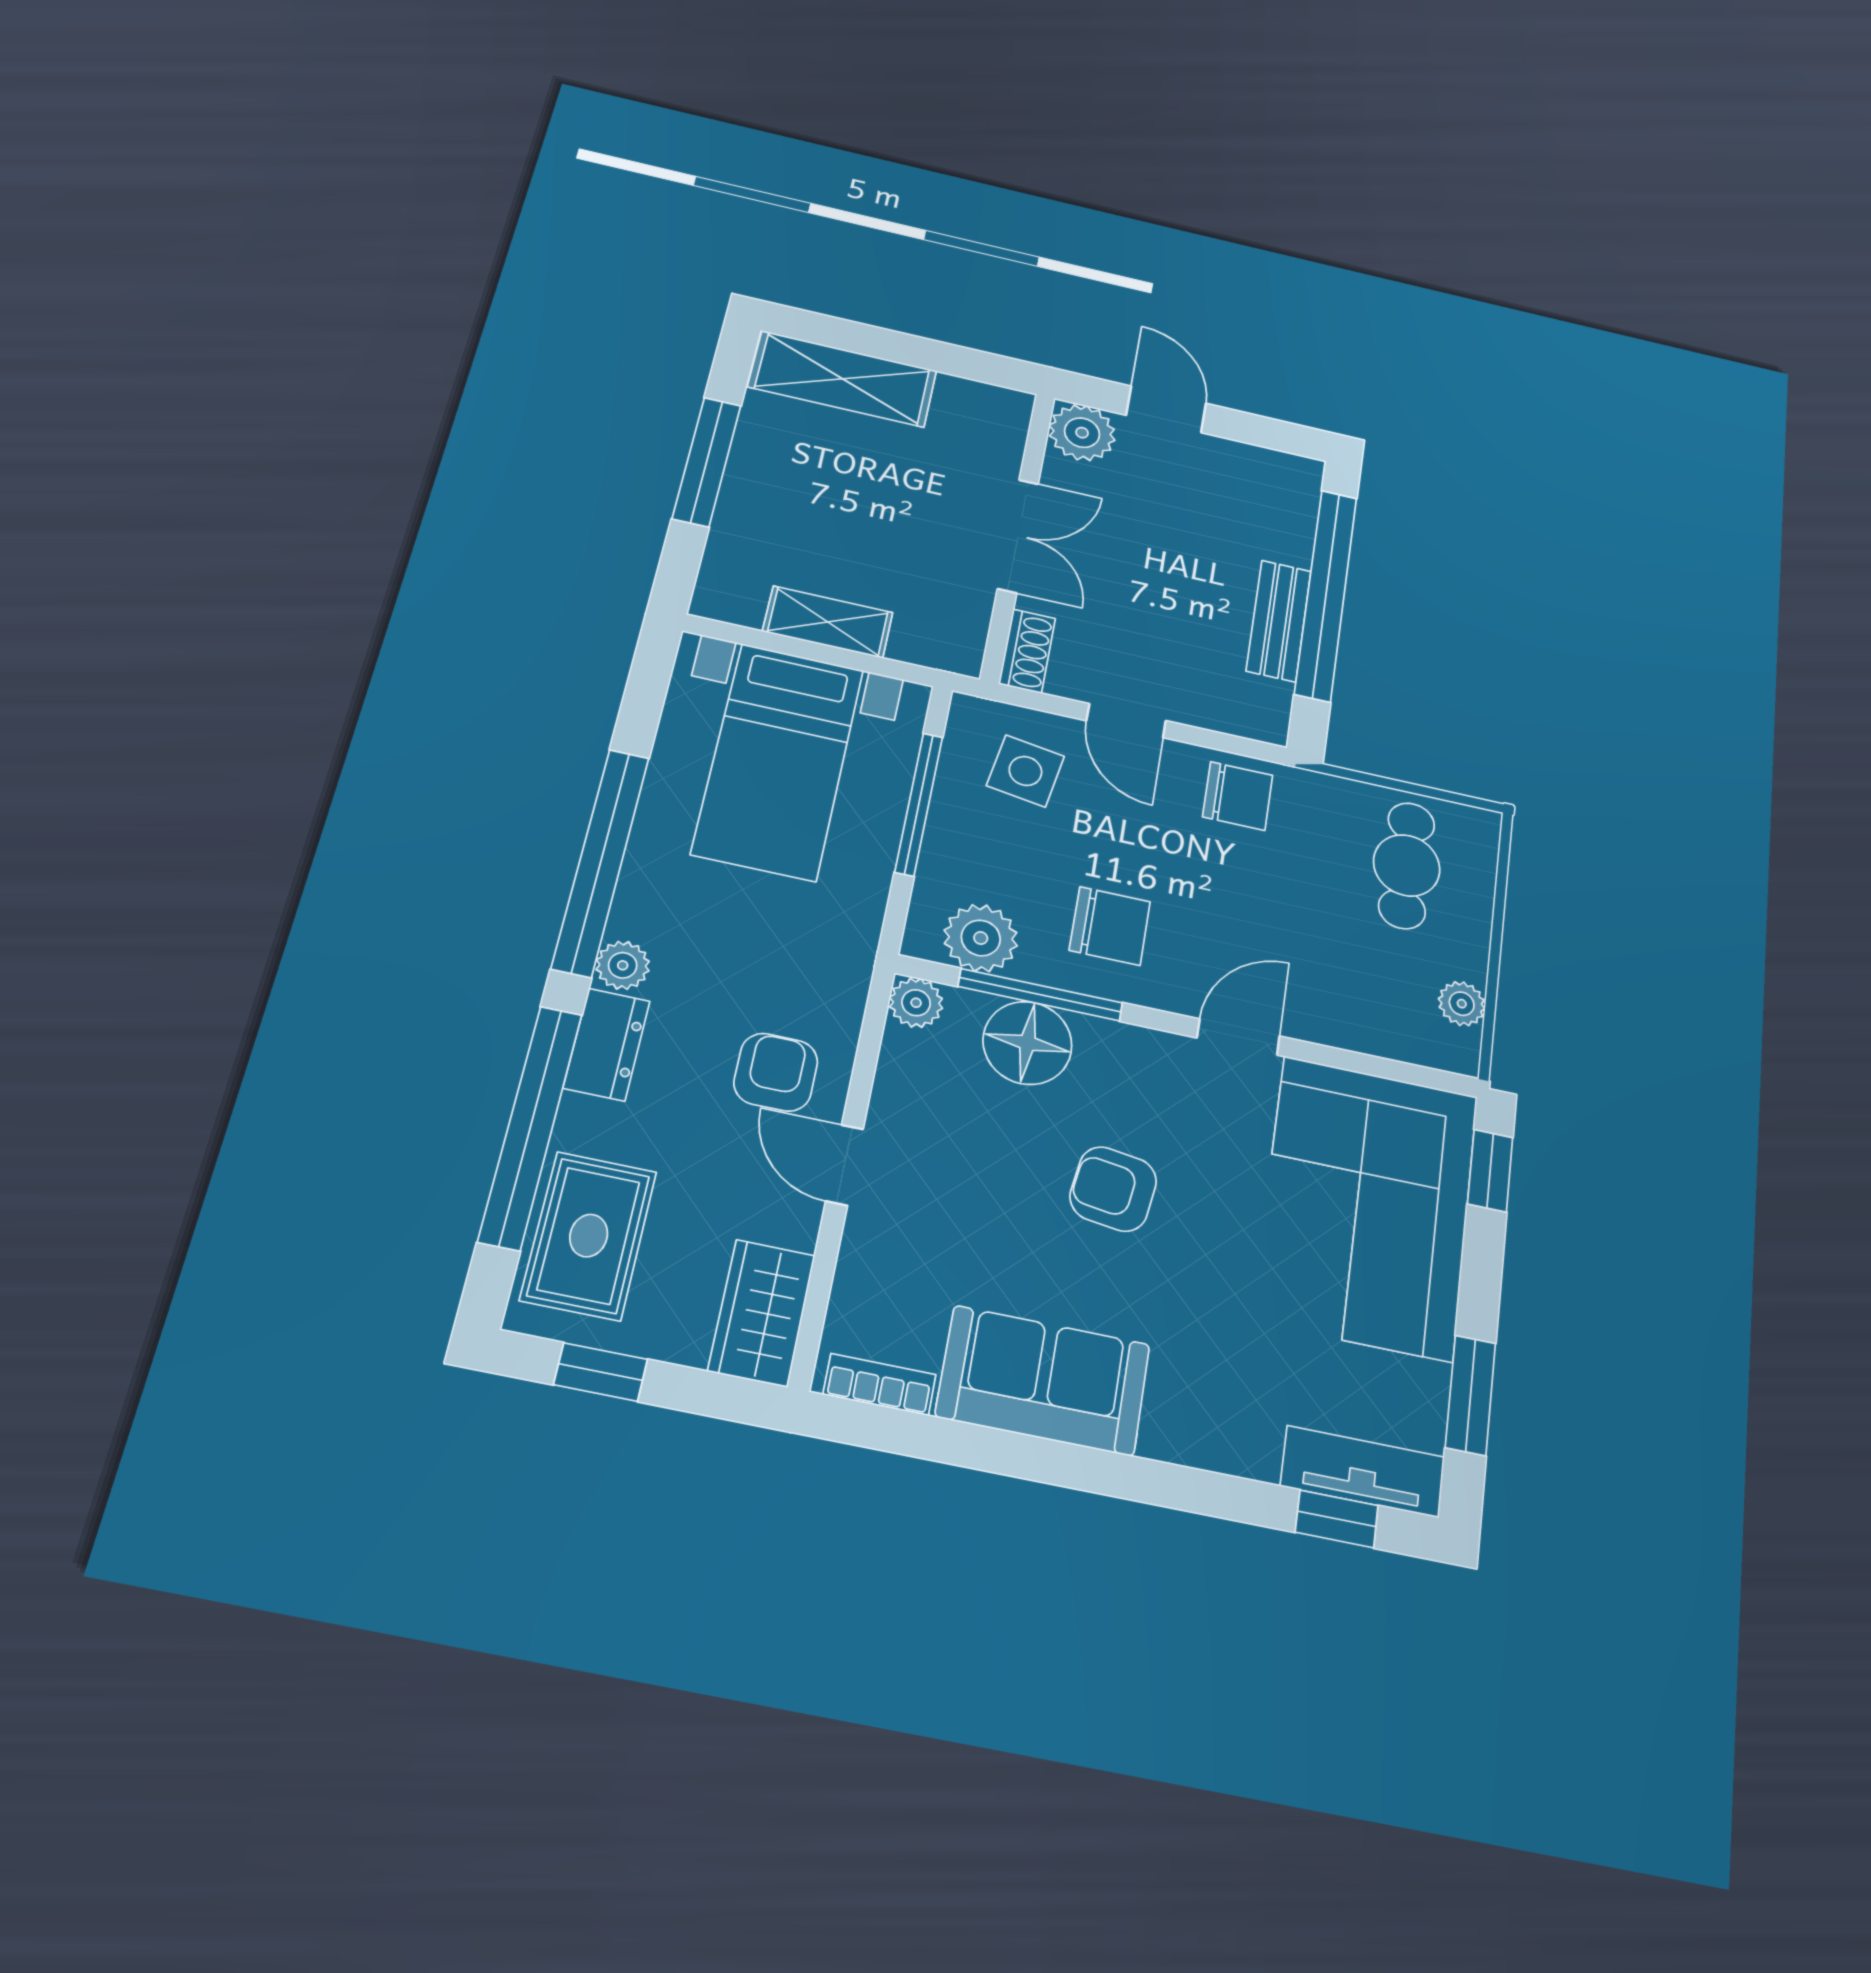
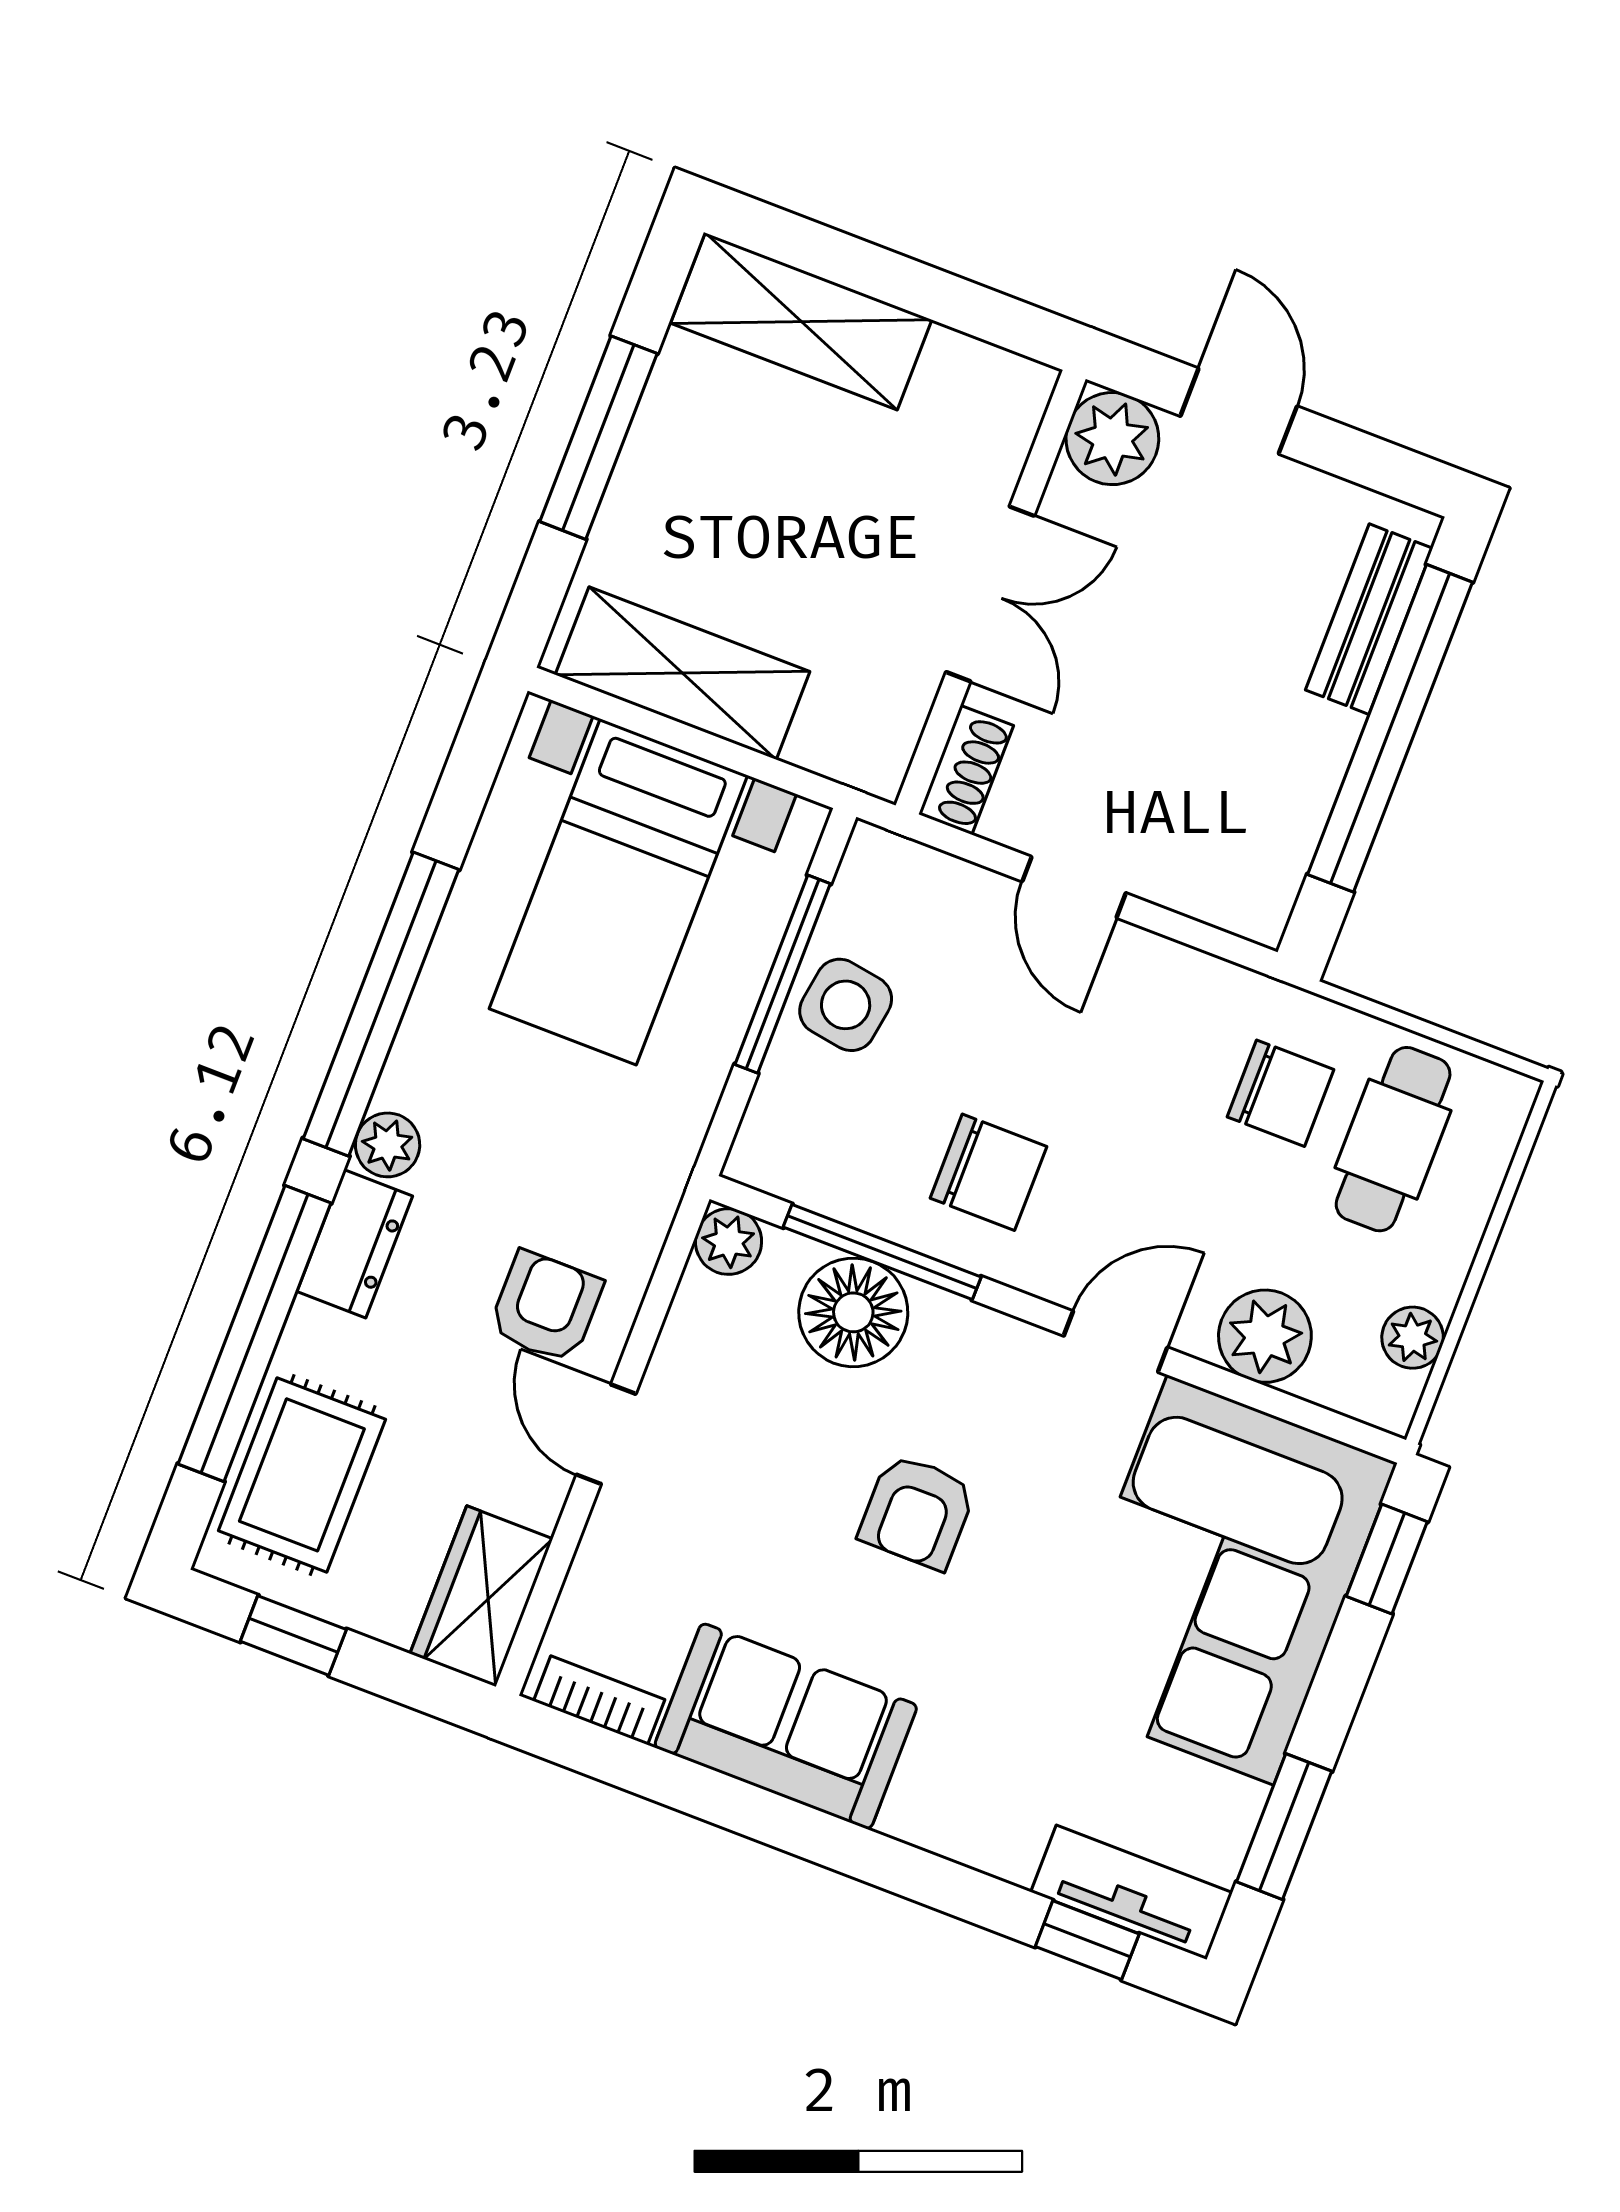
bench: (1279, 621) -> (1369, 619), moved
shelving: (828, 622) -> (683, 673), width x1.50, depth x1.33
side table: (1025, 771) -> (846, 1005), moved
chair: (1238, 796) -> (1281, 1093), moved
plant: (981, 938) -> (1265, 1336), moved
armchair: (1113, 1189) -> (917, 1512), turned -98

